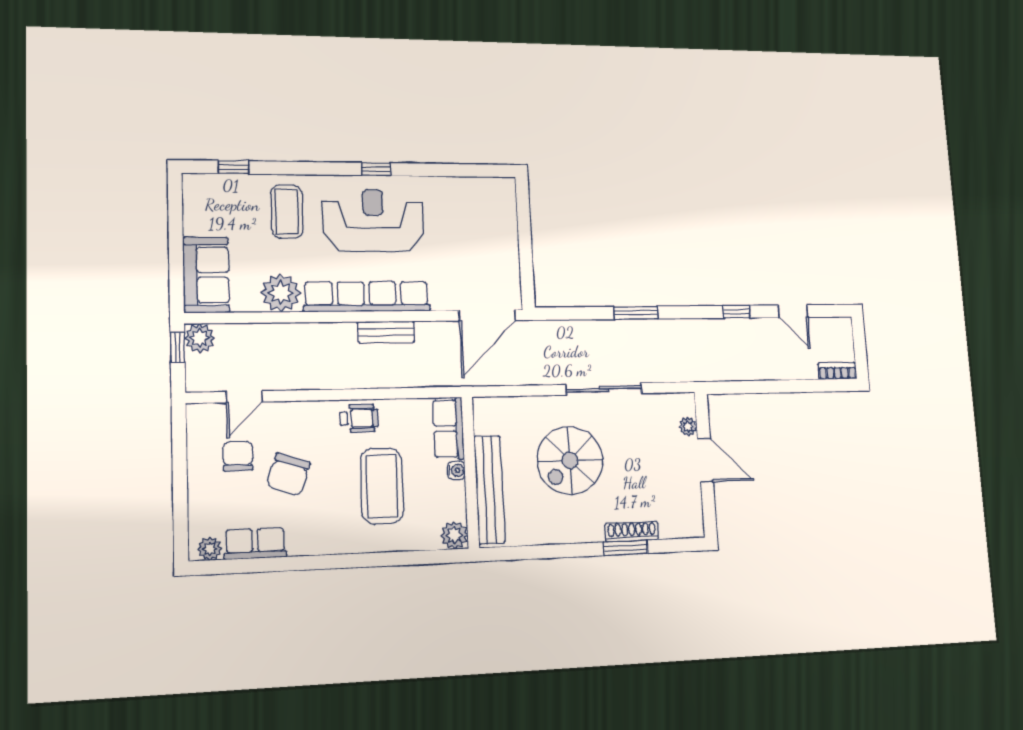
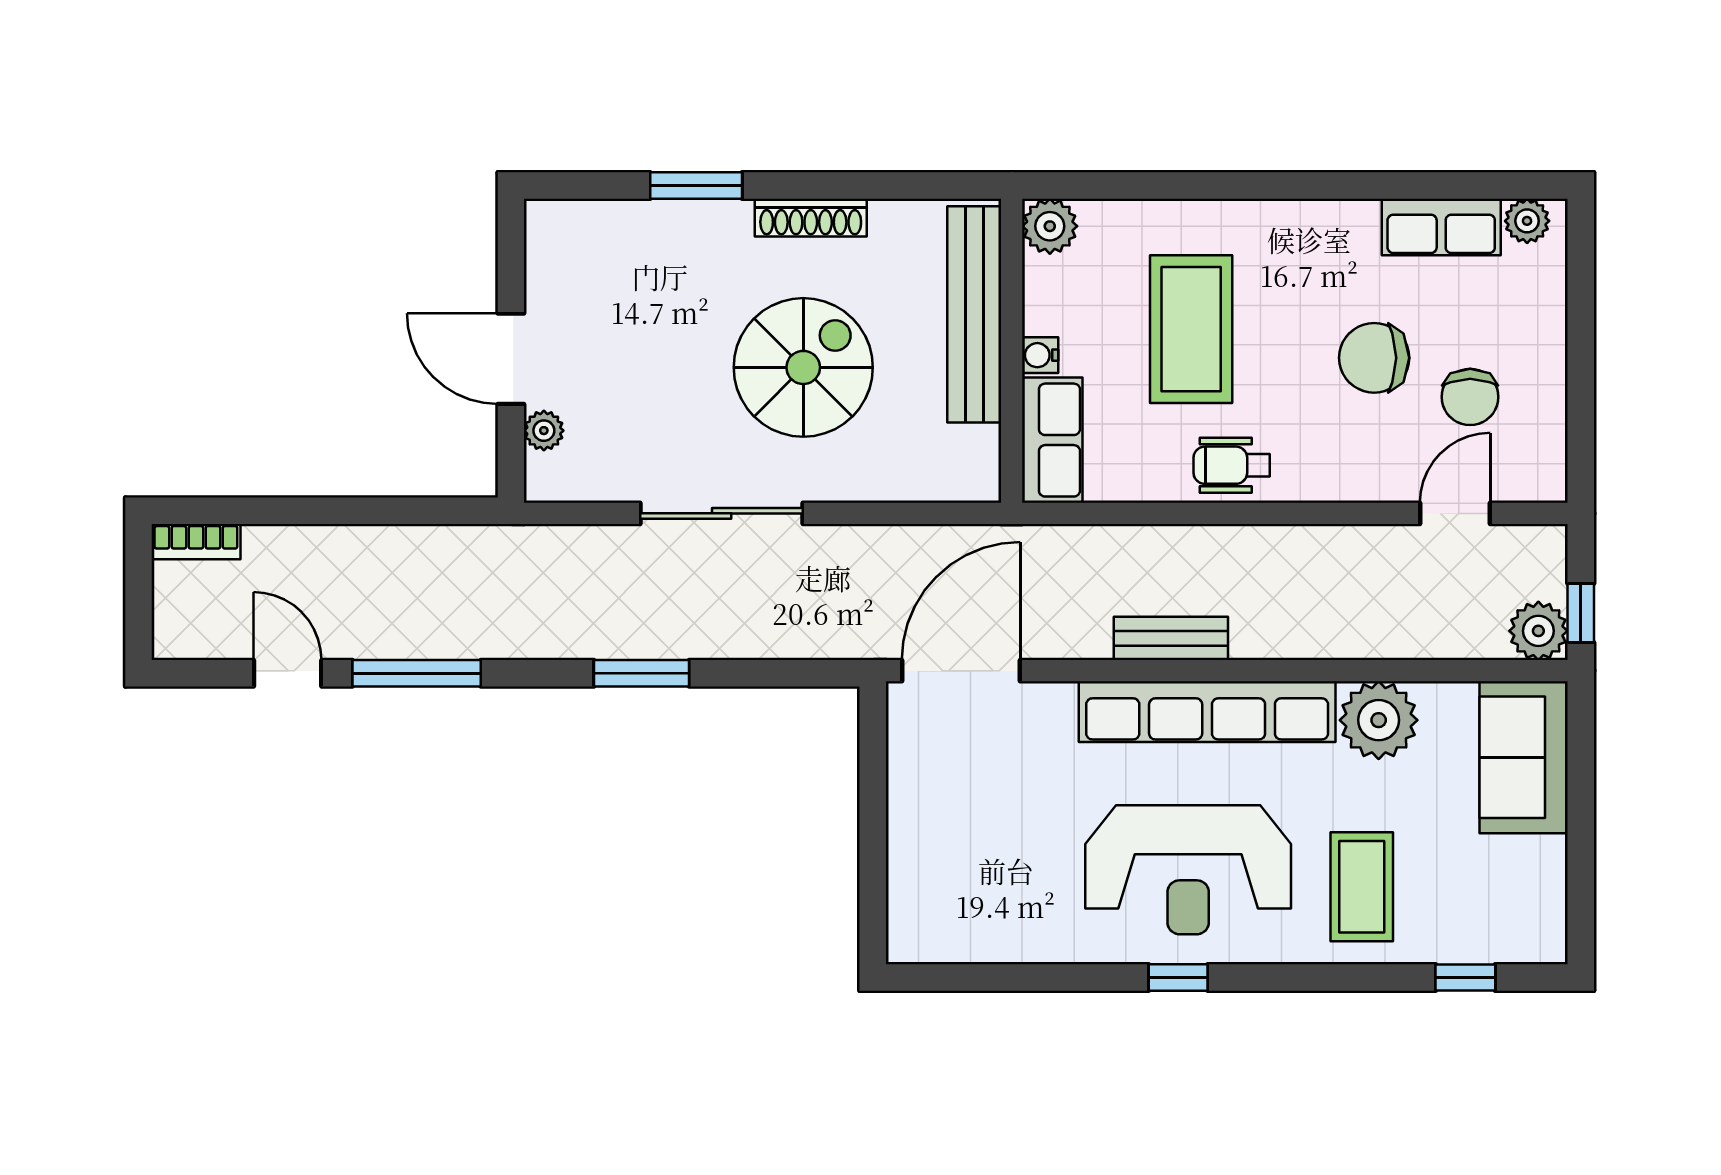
window: (737, 312) -> (417, 673), width x2.17
chair: (288, 475) -> (1374, 358), turned -109
shoe rack: (632, 532) -> (811, 218), moved

